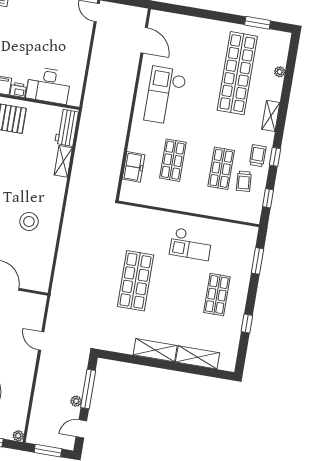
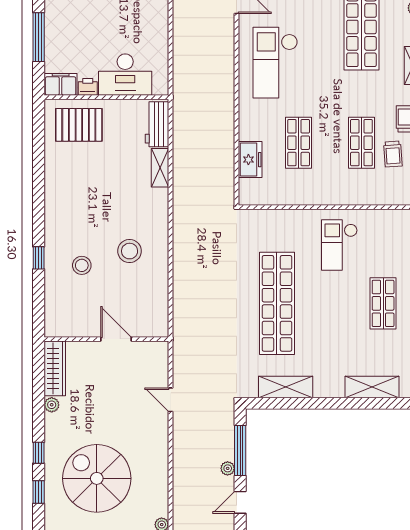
checkout: (191, 244) -> (339, 245), turned 90
shop shelf: (135, 281) -> (277, 303), width x1.40
shelving: (155, 350) -> (286, 387), moved

